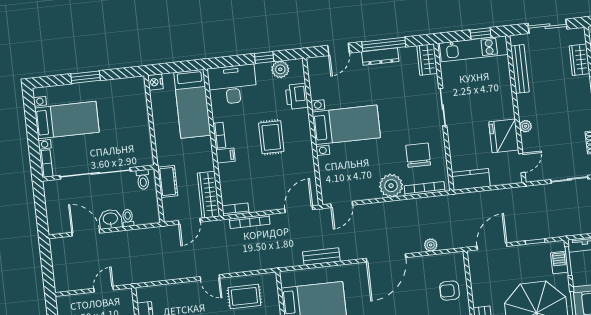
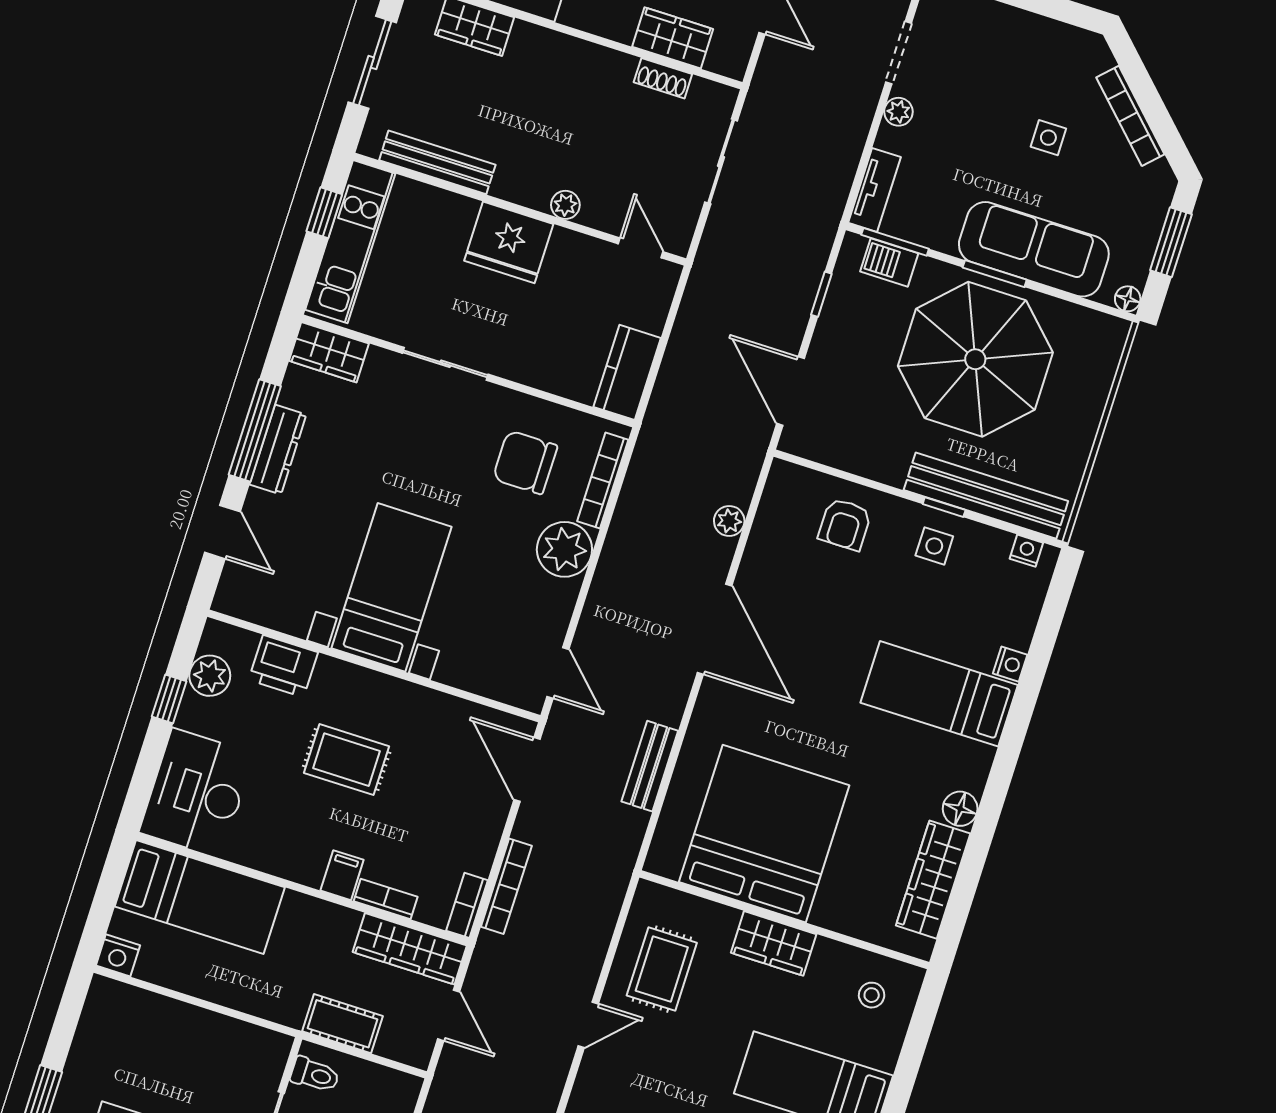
bookcase: (219, 135) -> (386, 899), moved
fridge: (504, 136) -> (509, 242), moved

